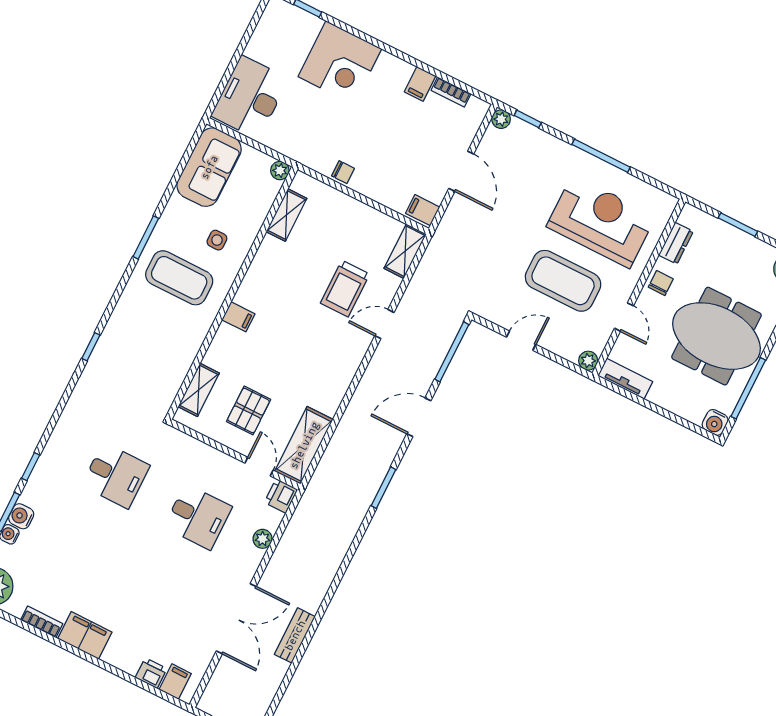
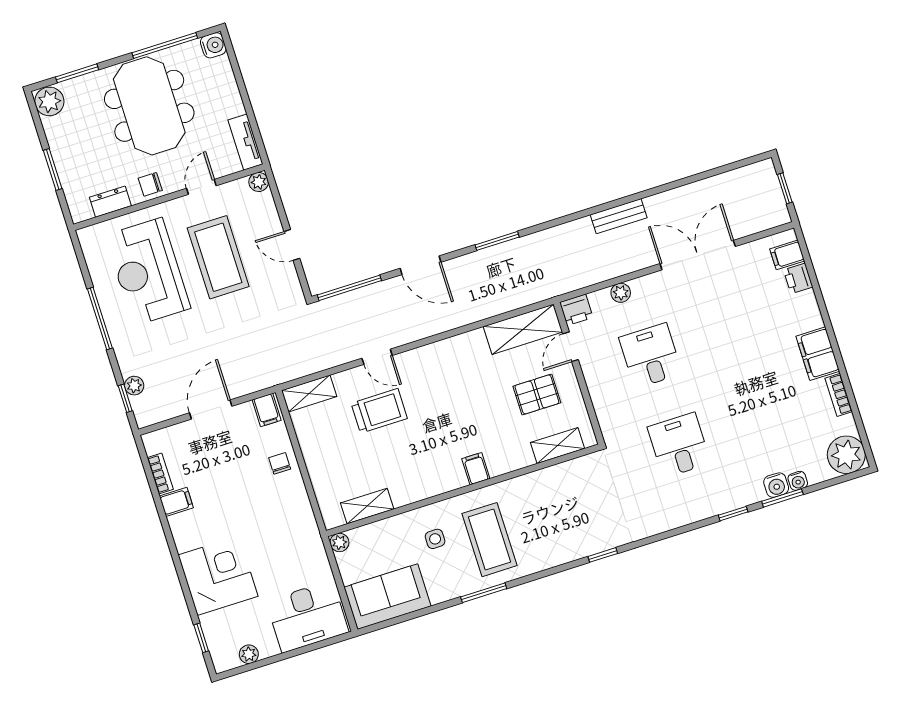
plant: (264, 30) -> (249, 654), added
plant: (501, 119) -> (134, 386), moved
chair: (343, 172) -> (280, 463), moved
bench: (295, 635) -> (619, 216), moved

